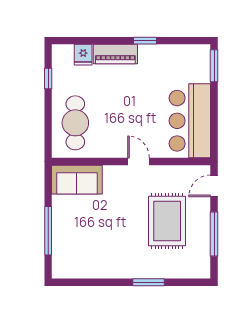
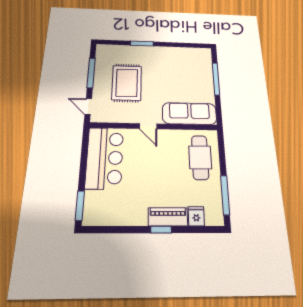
window: (145, 41) -> (161, 230), moved
window: (48, 78) -> (225, 195), width x2.17
sofa: (77, 180) -> (189, 114), width x1.36
door: (214, 186) -> (88, 107), swing flipped

